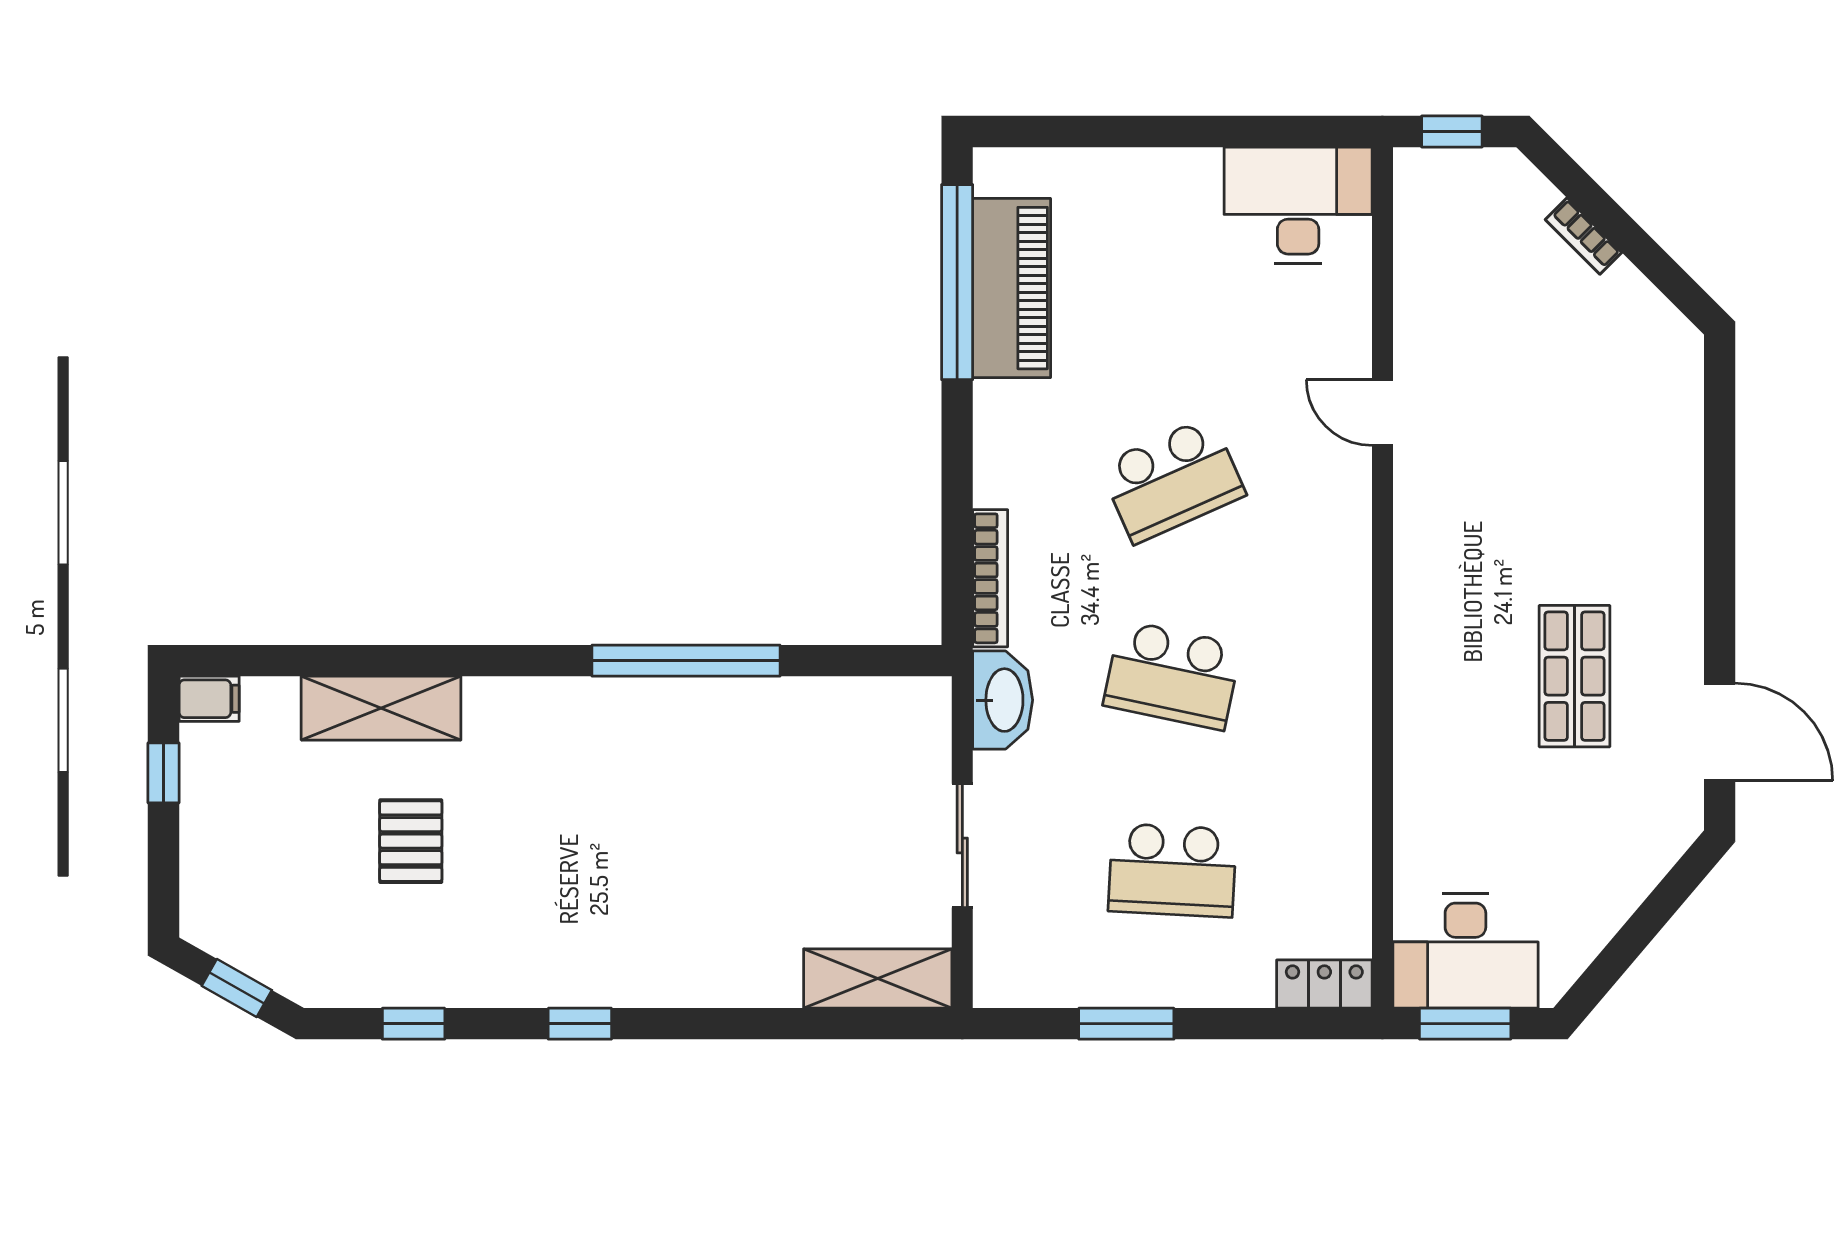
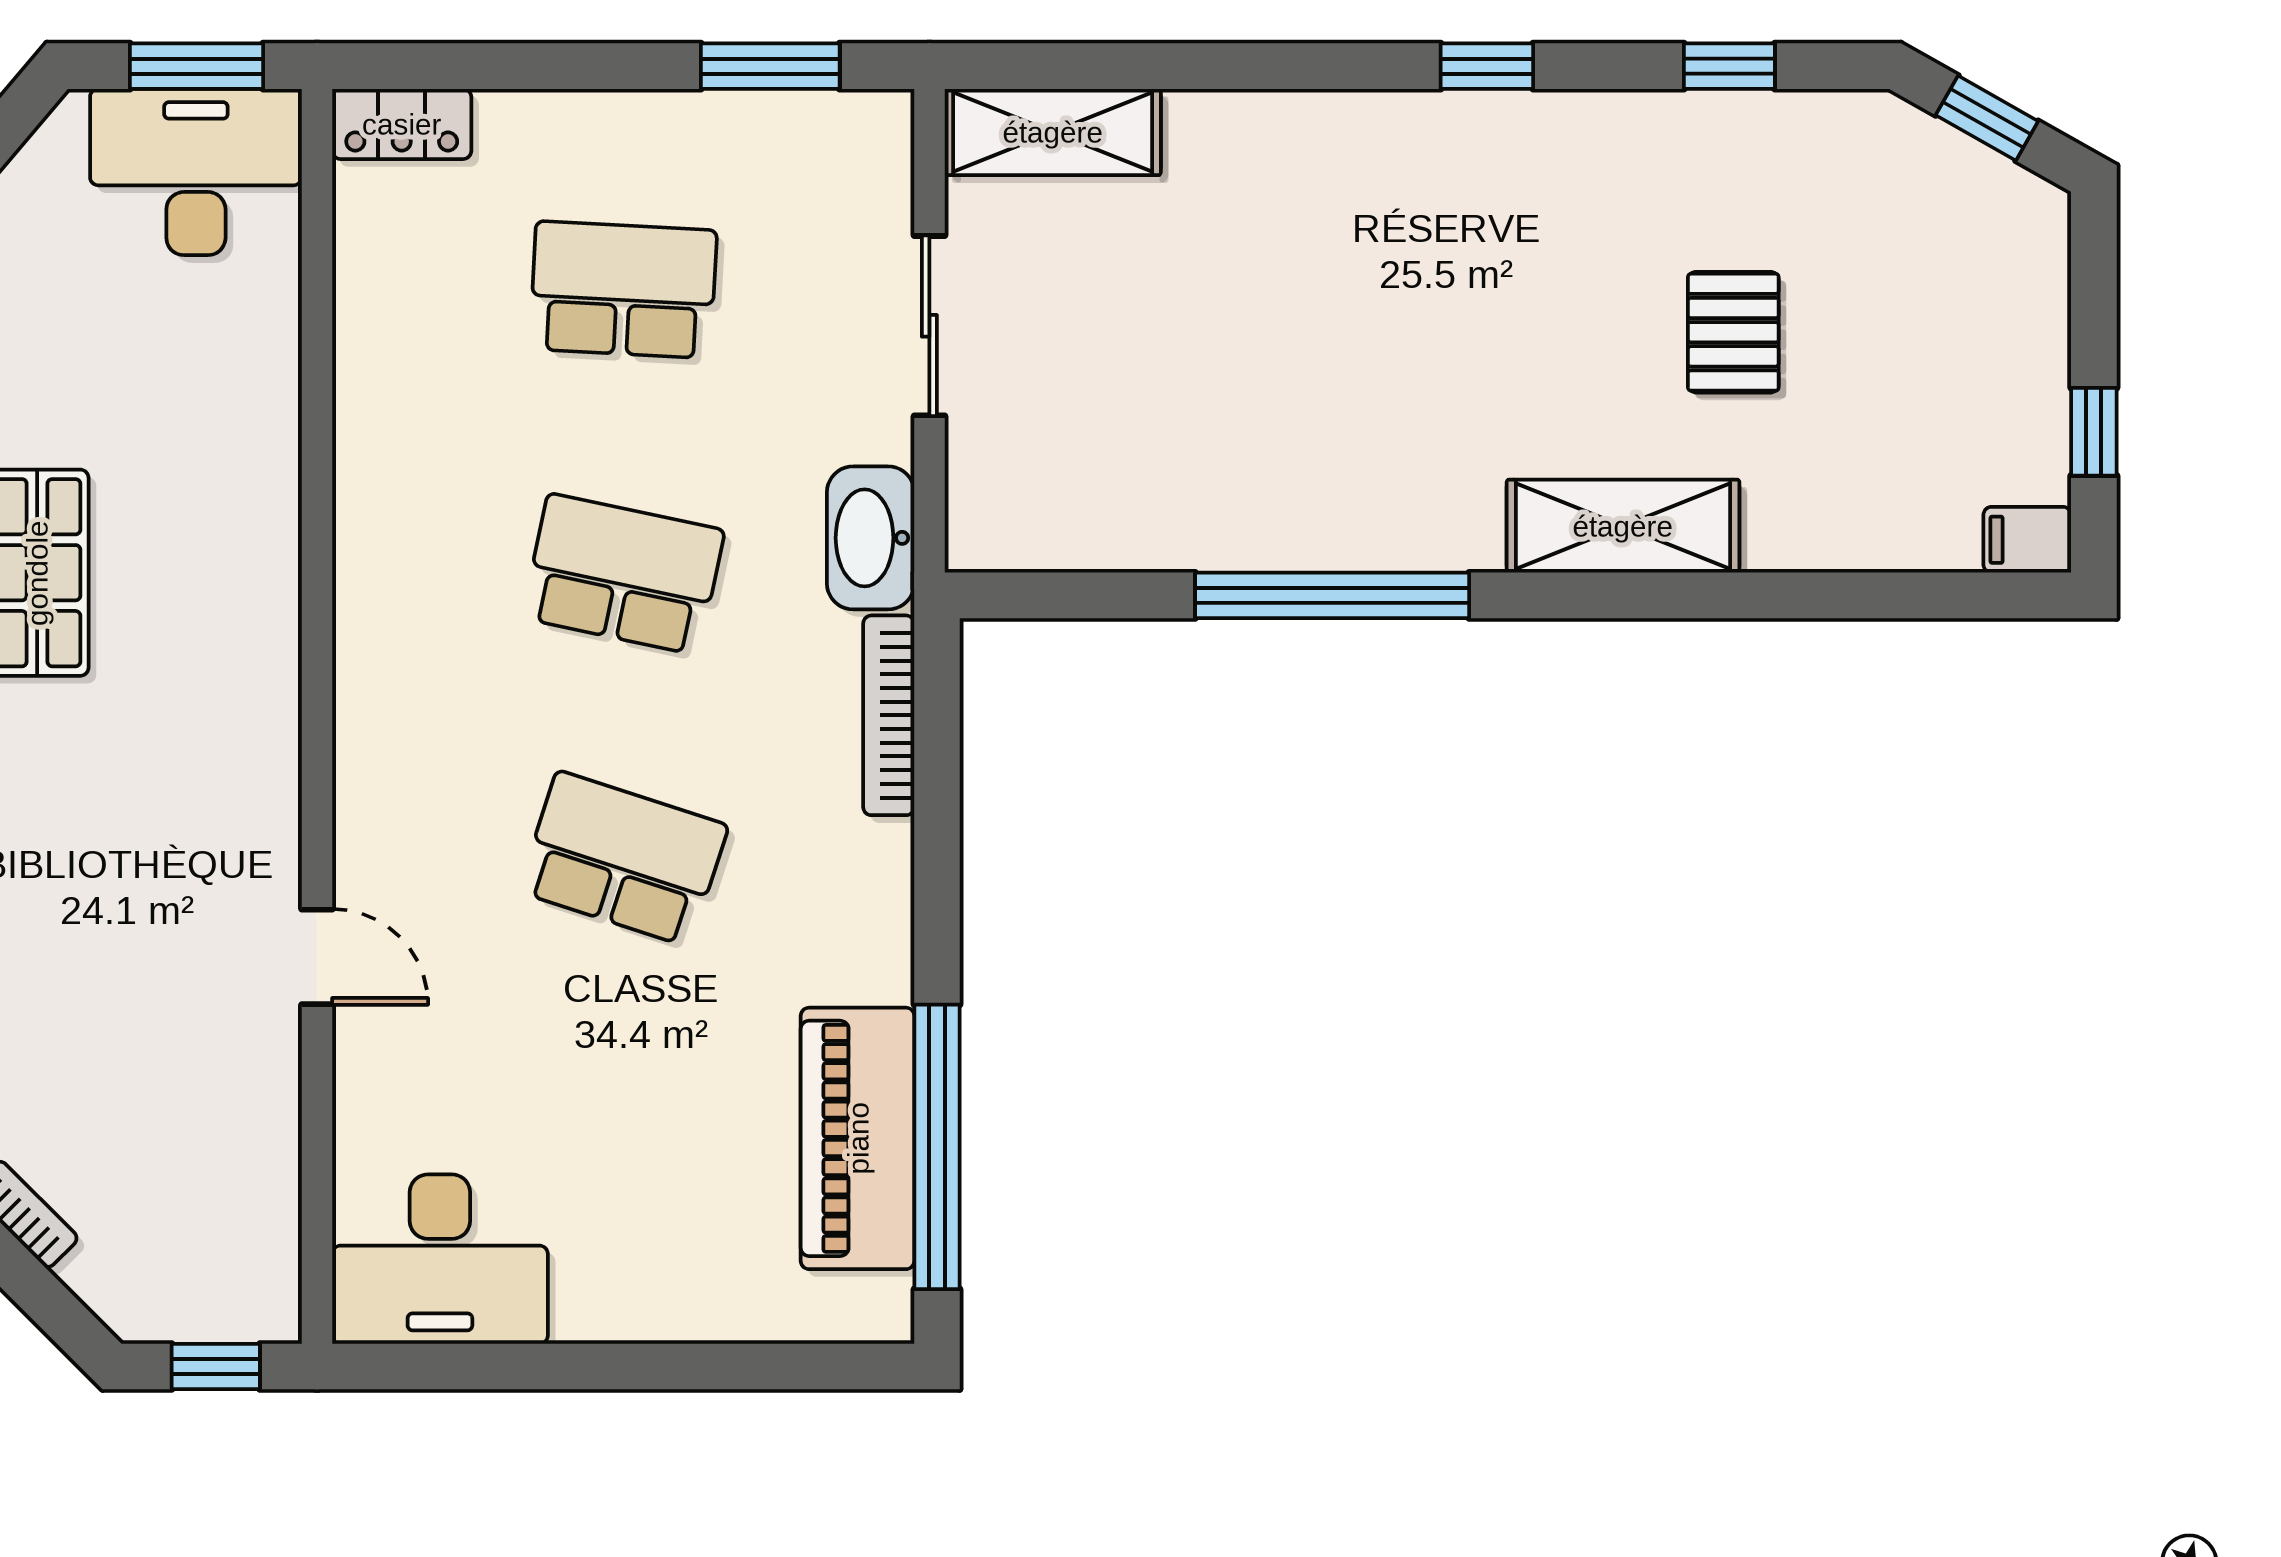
school desk: (1172, 480) -> (623, 859), turned 42
shelving: (381, 708) -> (1623, 526), moved
window: (1126, 1024) -> (770, 66), moved

